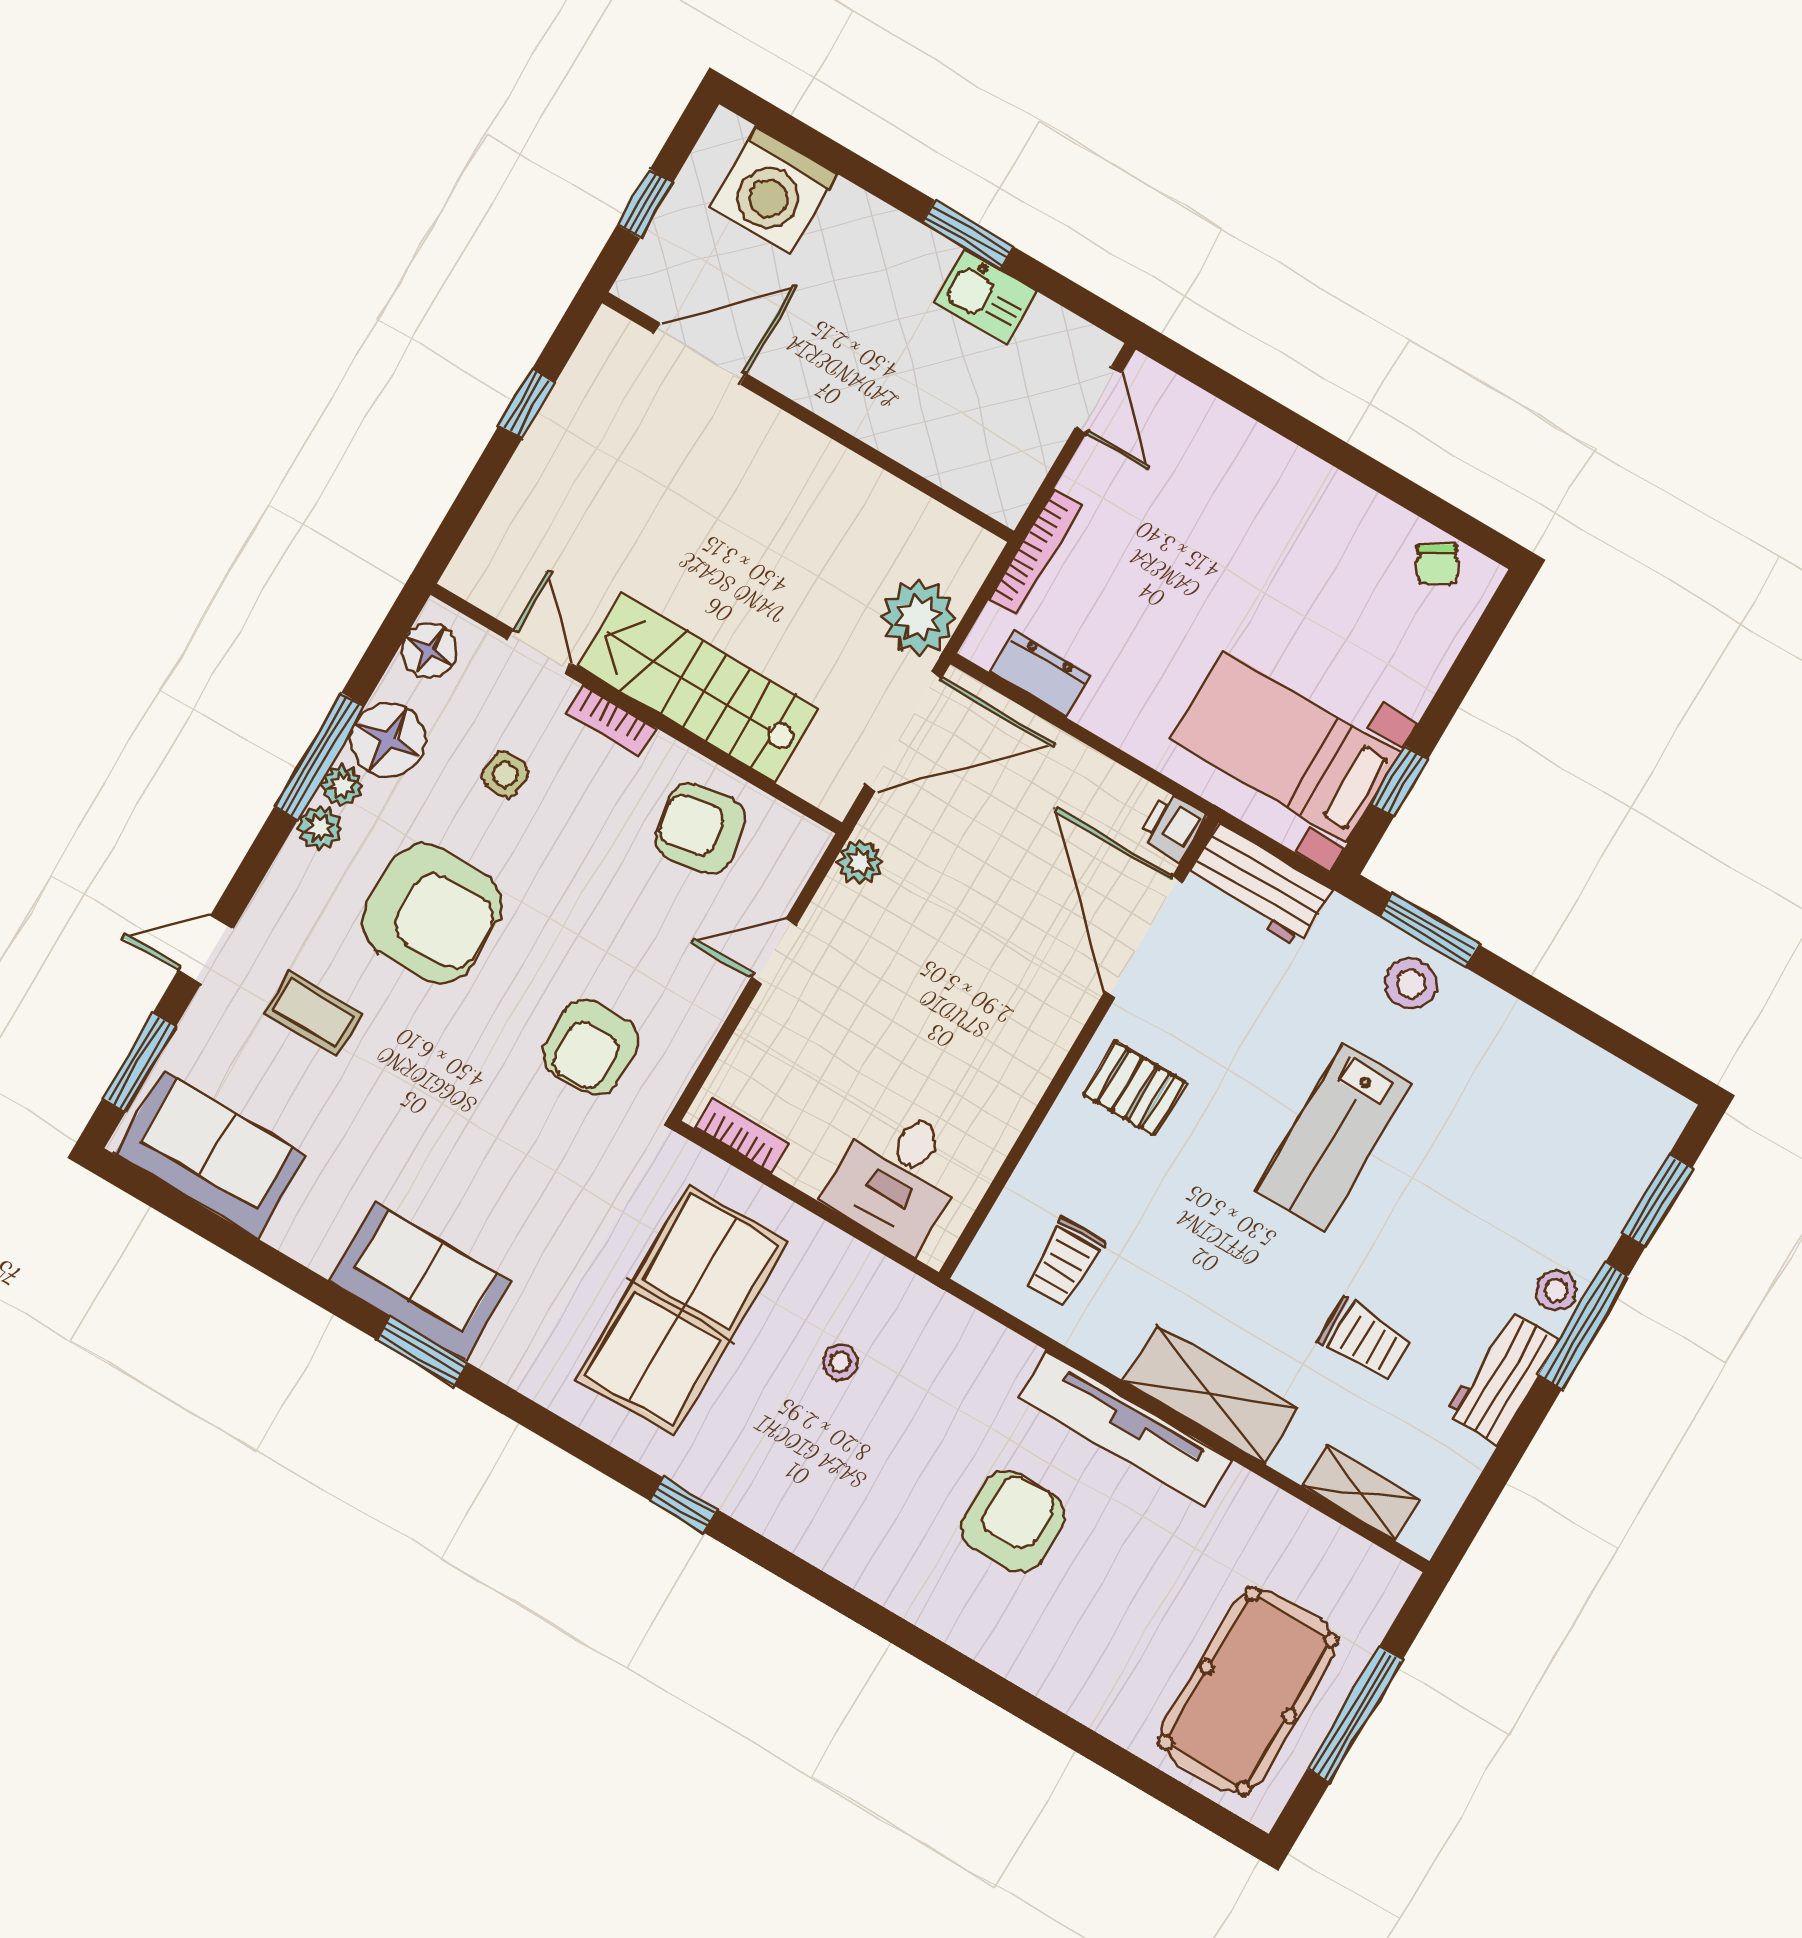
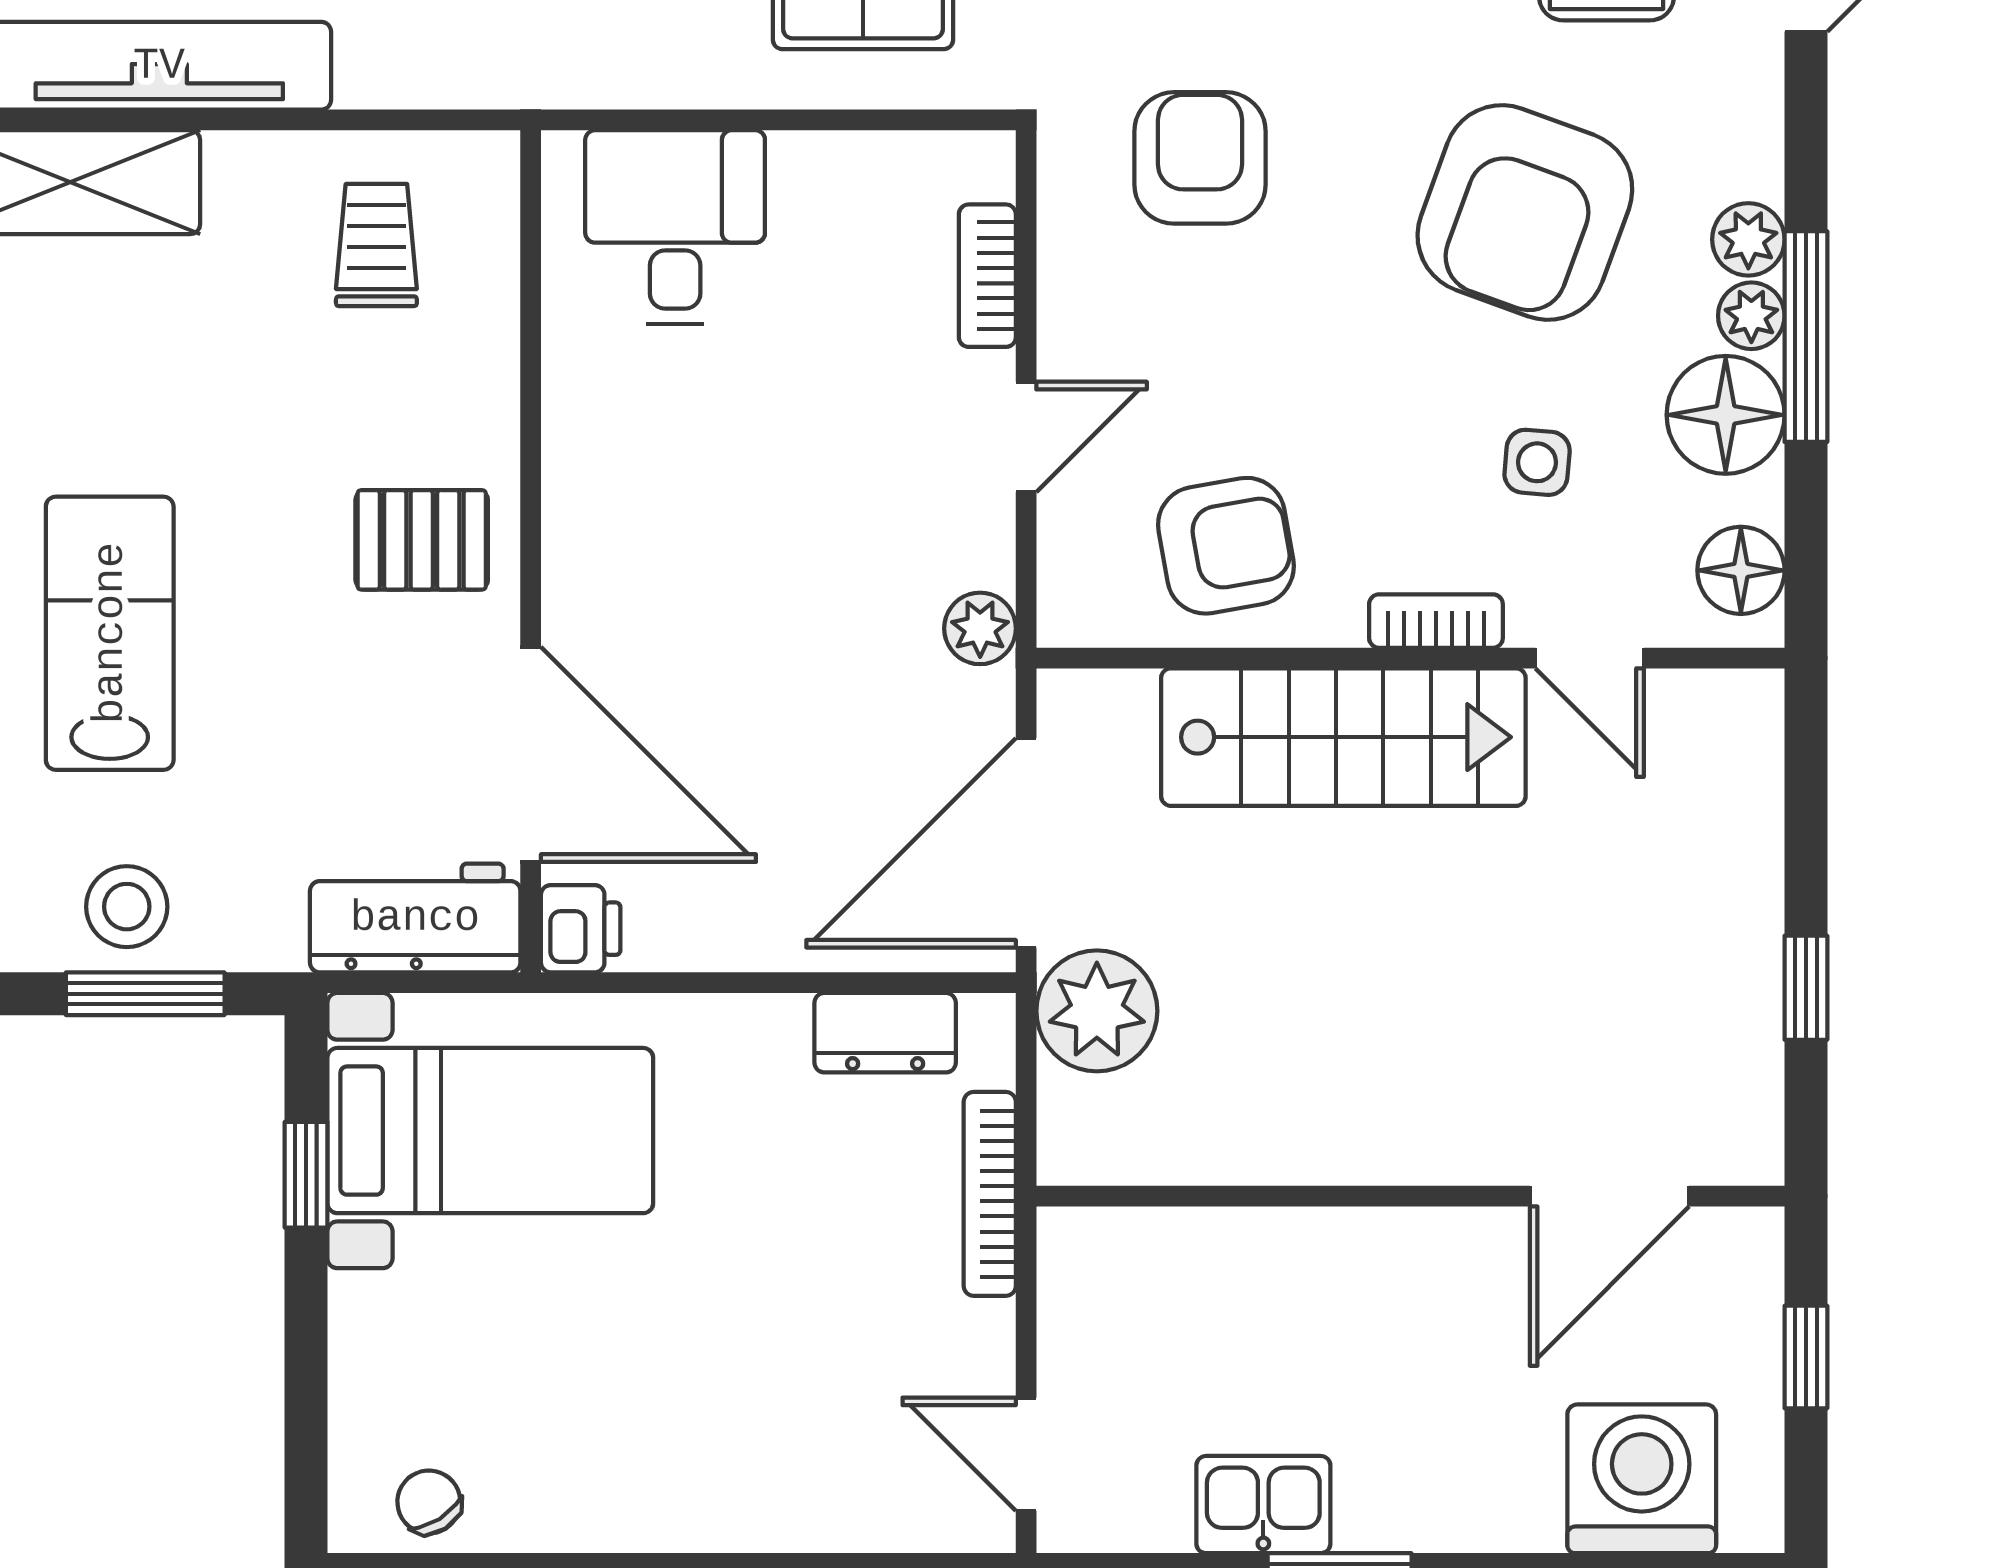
armchair: (432, 914) -> (1525, 212), turned -70
bookcase: (742, 1135) -> (987, 276), moved, turned 90

